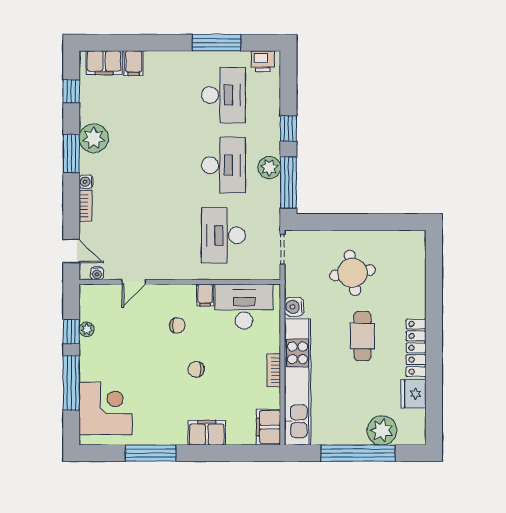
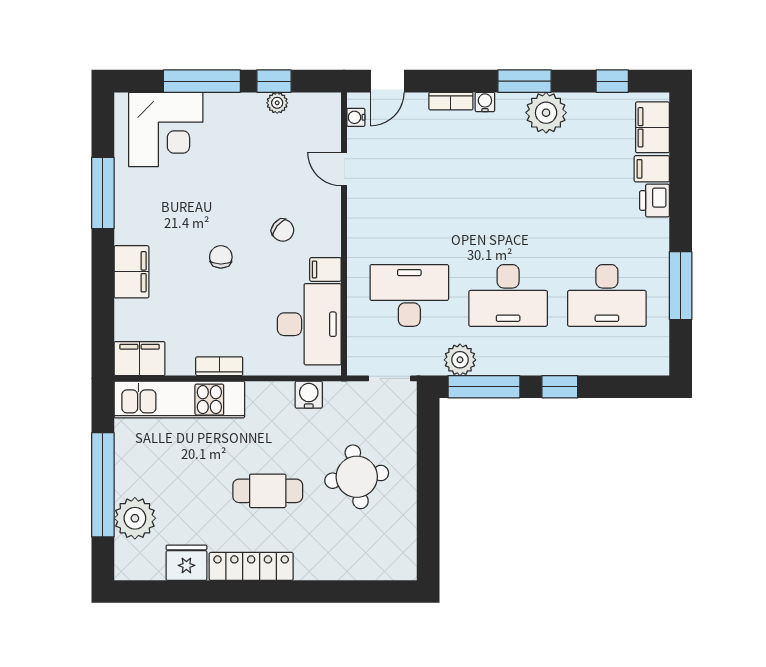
printer: (263, 61) -> (655, 200), moved
plant: (269, 168) -> (460, 360), moved
chair: (177, 325) -> (283, 230), turned -51
kitchen unit: (298, 382) -> (179, 400), width x0.73

